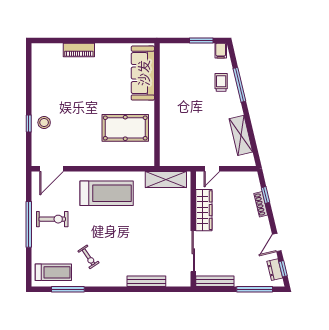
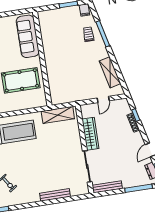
door: (212, 169) -> (103, 99), moved

